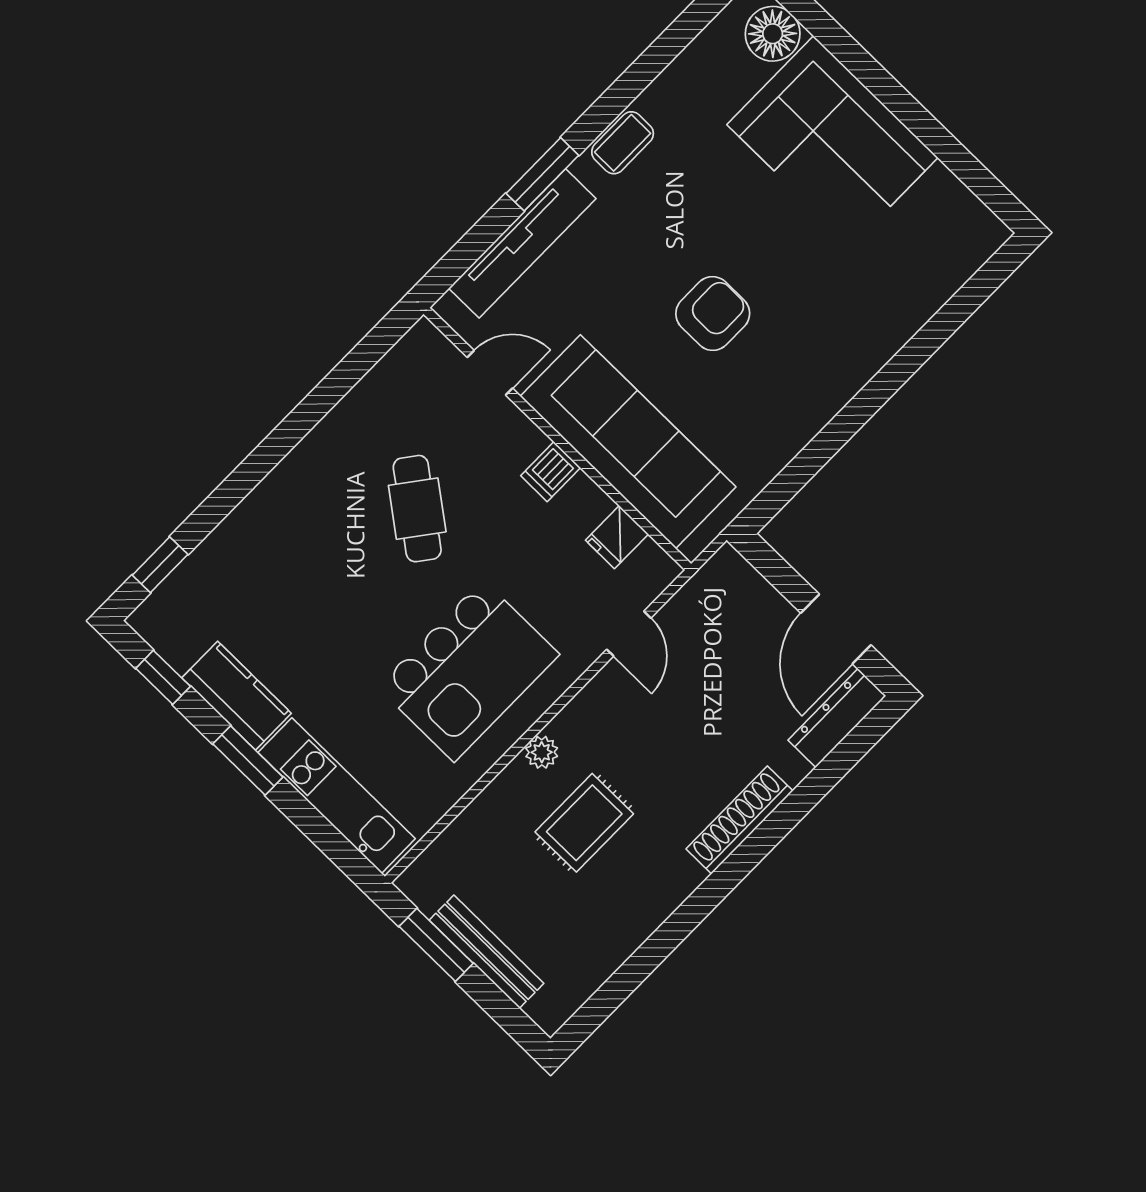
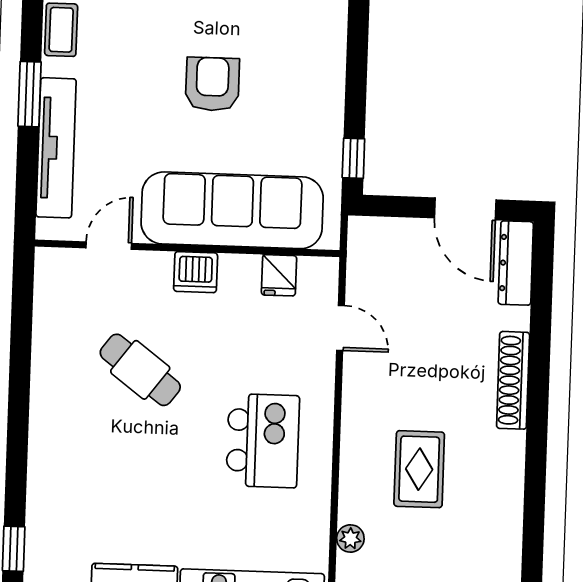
dishwasher: (551, 472) -> (196, 272), width x1.38
window: (778, 494) -> (353, 158), added
kitchen island: (468, 671) -> (263, 441), width x0.73, depth x0.78
plant: (542, 752) -> (350, 538), moved

